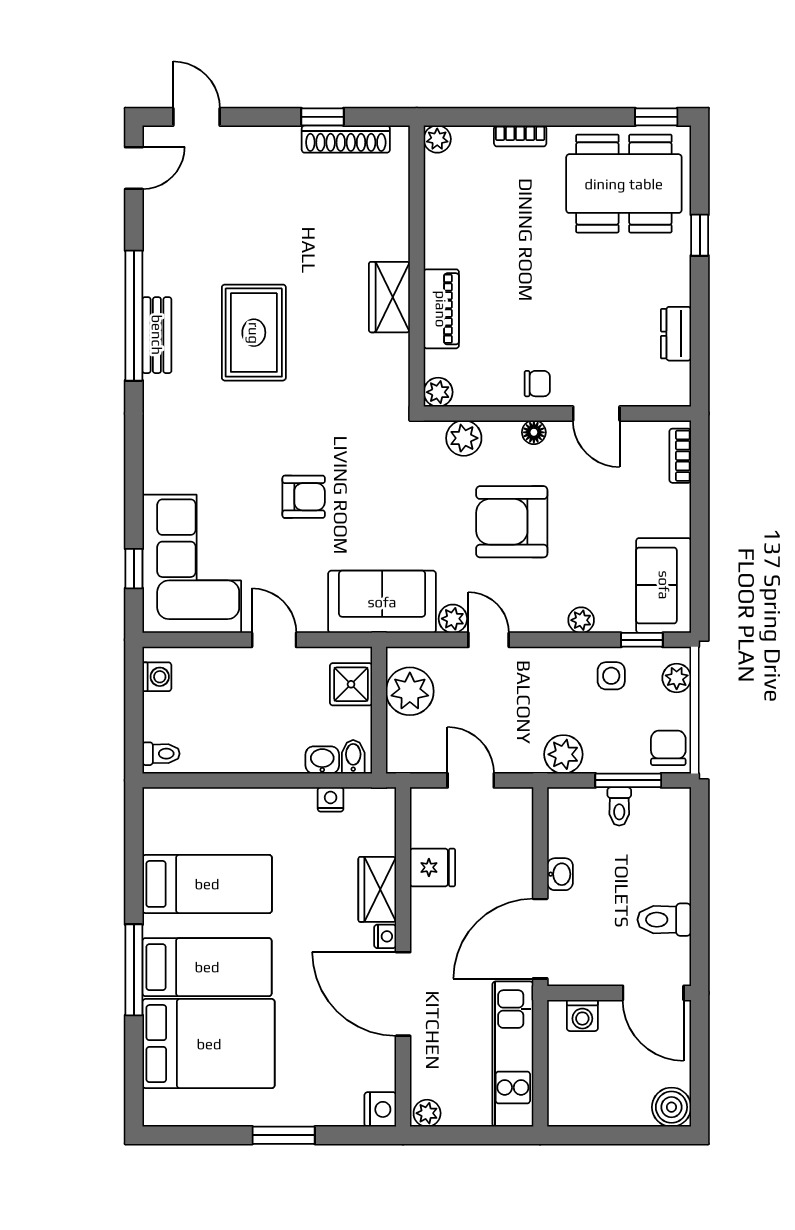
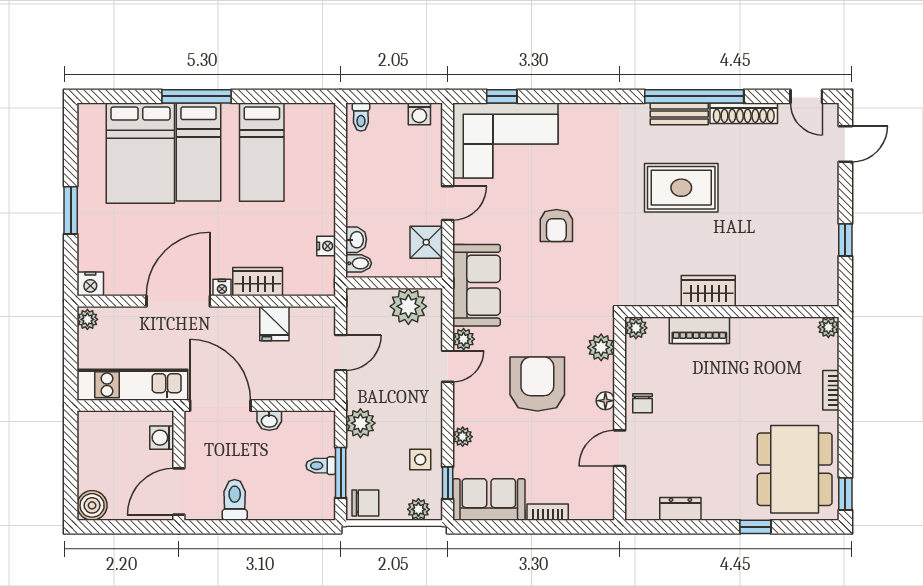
shoe rack: (346, 139) -> (744, 113), moved, turned -90
bookcase: (680, 456) -> (548, 512), moved
shower: (351, 684) -> (426, 242), moved

